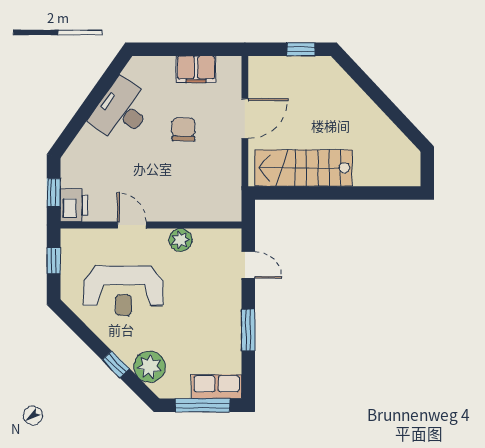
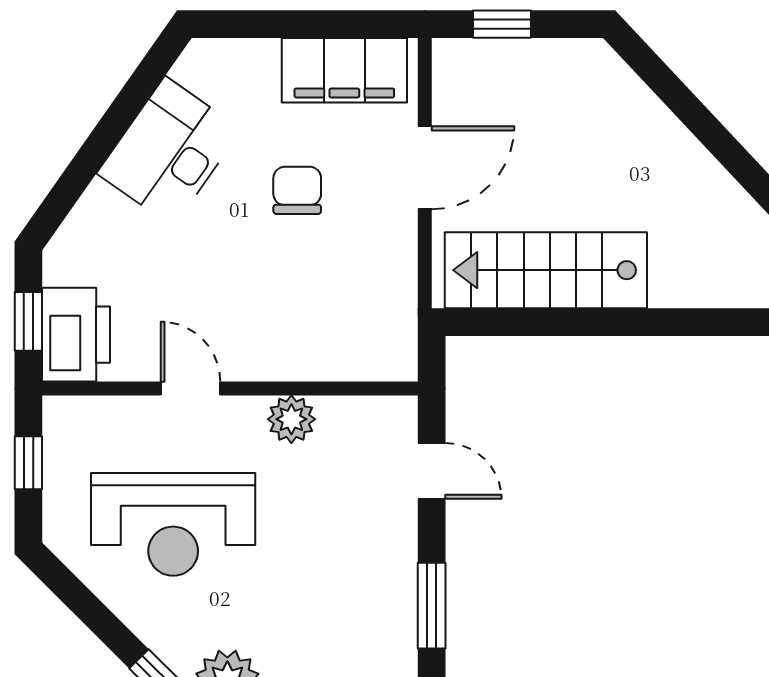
window: (301, 49) -> (502, 24), moved
filing cabinet: (196, 69) -> (344, 70), width x1.50, depth x1.17
printer: (74, 205) -> (76, 335), width x1.37, depth x1.19

